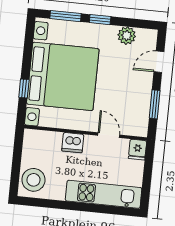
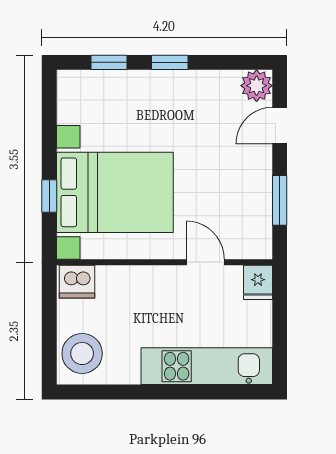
window: (66, 16) -> (109, 62), width x0.67
plant: (127, 36) -> (257, 86), moved
bed with nightstands: (63, 76) -> (115, 192), width x0.73
dishwasher: (73, 143) -> (77, 282), moved

